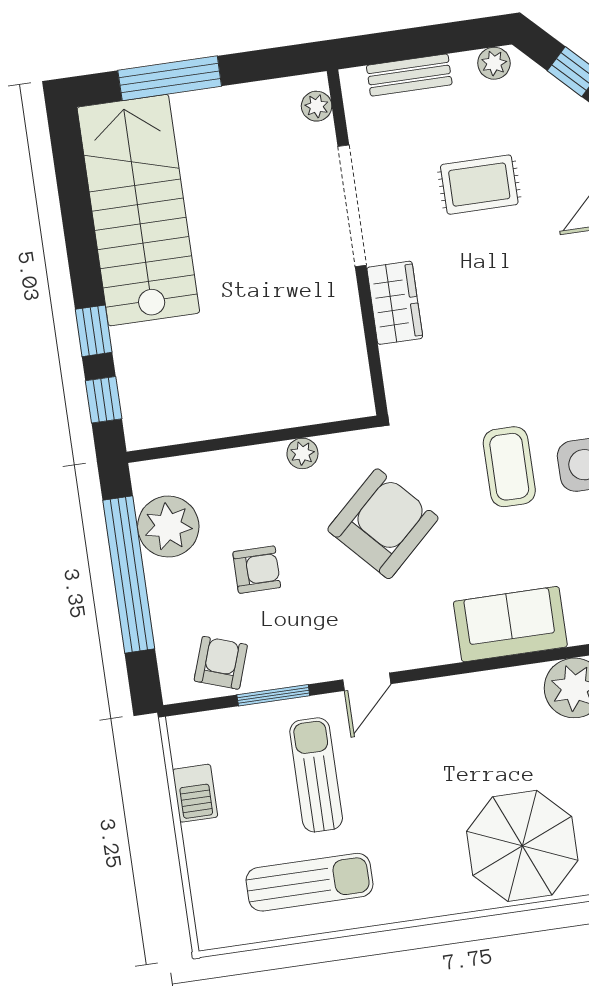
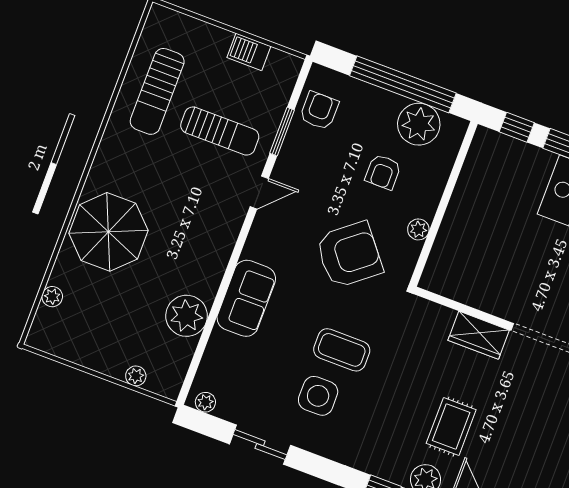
rug: (479, 185) -> (451, 427), moved
armchair: (383, 524) -> (349, 255), turned -86
armchair: (257, 570) -> (383, 172), moved
armchair: (221, 663) -> (319, 111), turned -109
door: (367, 682) -> (259, 193), swing flipped

